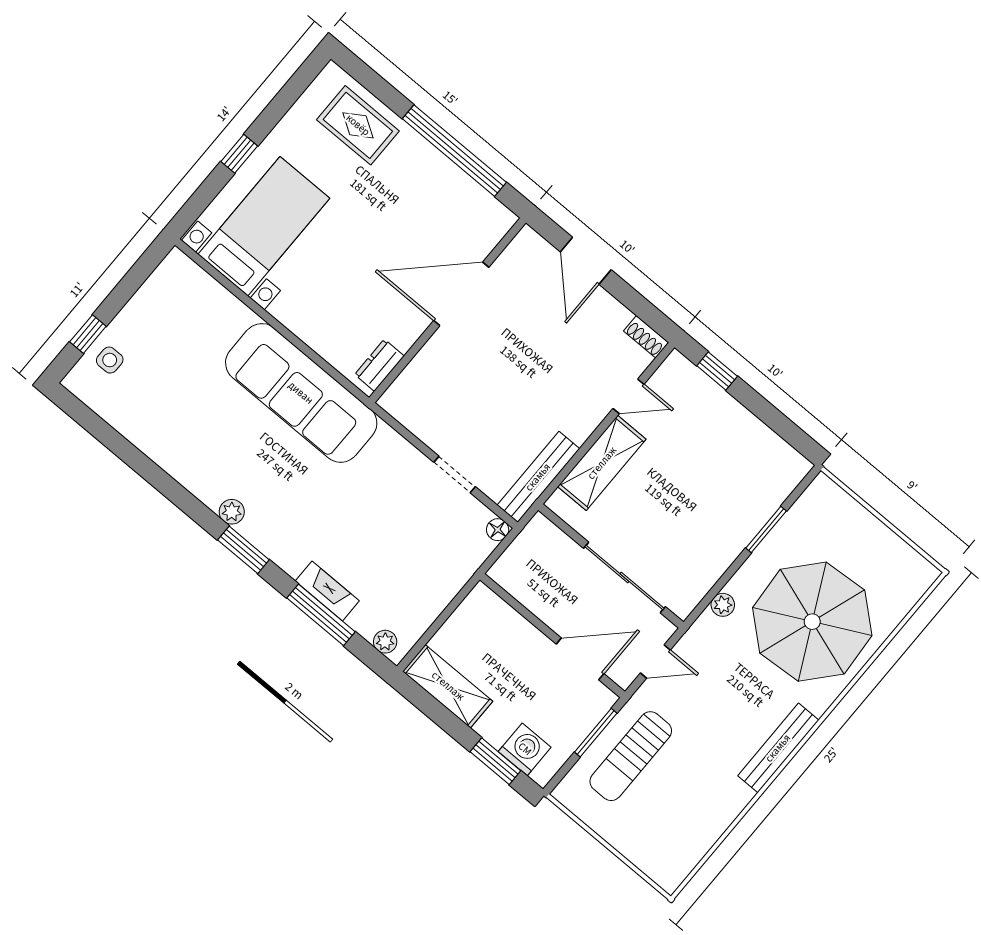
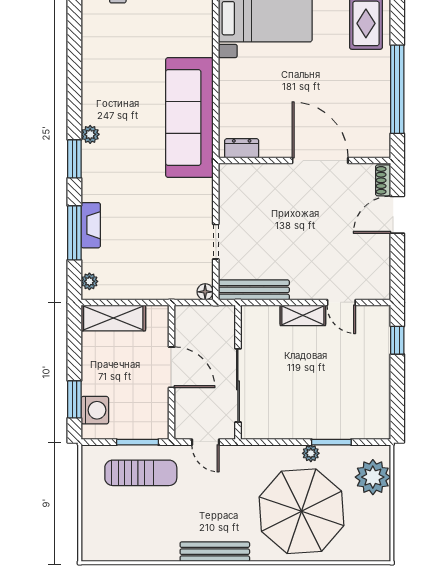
shoe rack: (646, 337) -> (383, 180), moved
shelving: (602, 463) -> (303, 315), width x0.67, depth x0.75
plant: (839, 517) -> (373, 477), added
plant: (723, 605) -> (311, 453), moved
door: (580, 659) -> (171, 367), moved
shelving: (448, 686) -> (113, 318), moved, turned 90
sun lounger: (631, 756) -> (141, 473), turned 180

